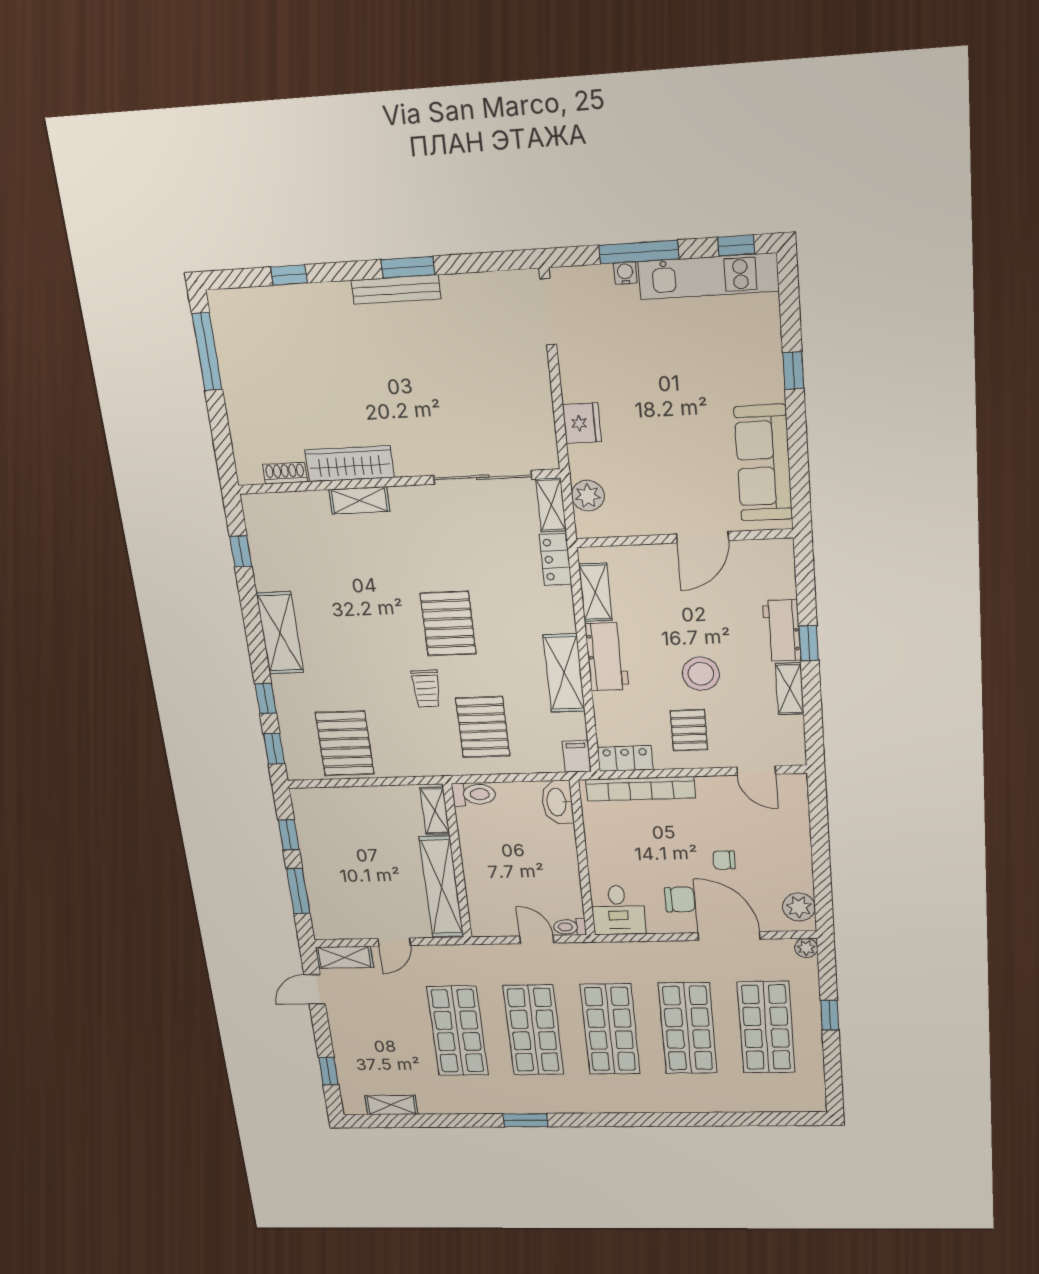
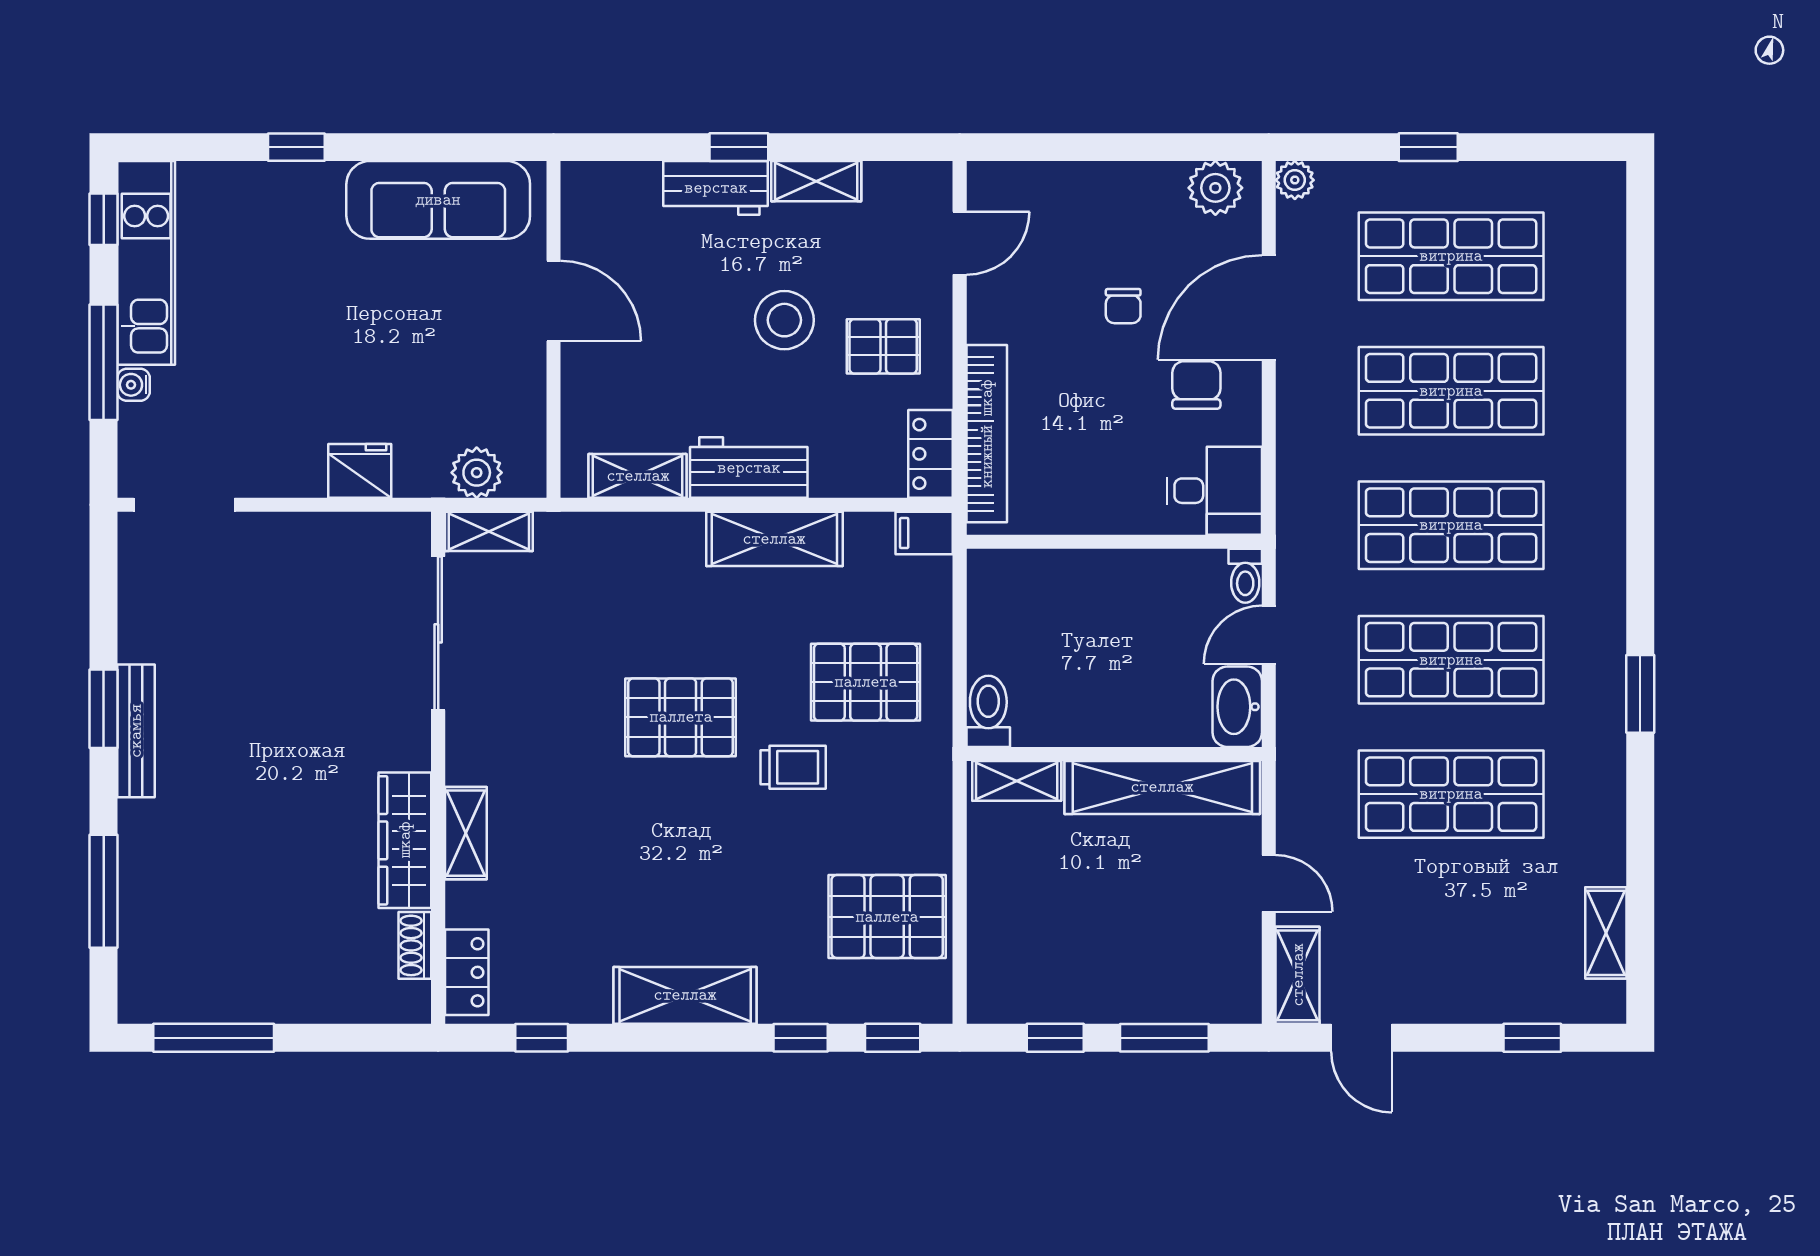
window: (289, 275) -> (104, 891), width x2.17
locker: (556, 559) -> (467, 972), moved, turned -90
washbasin: (557, 802) -> (1237, 707), moved, turned 90

